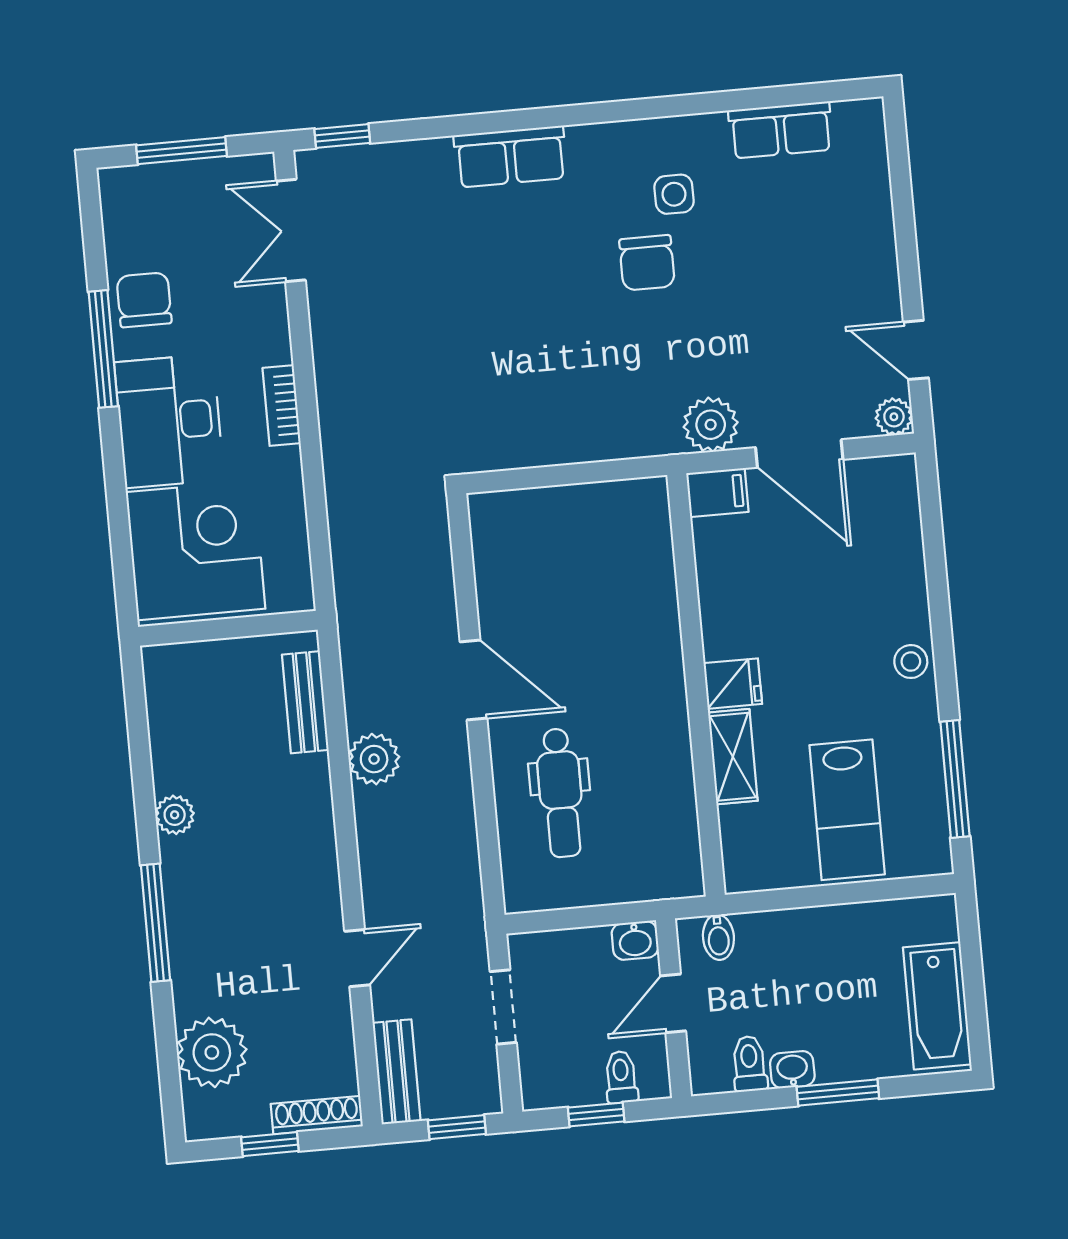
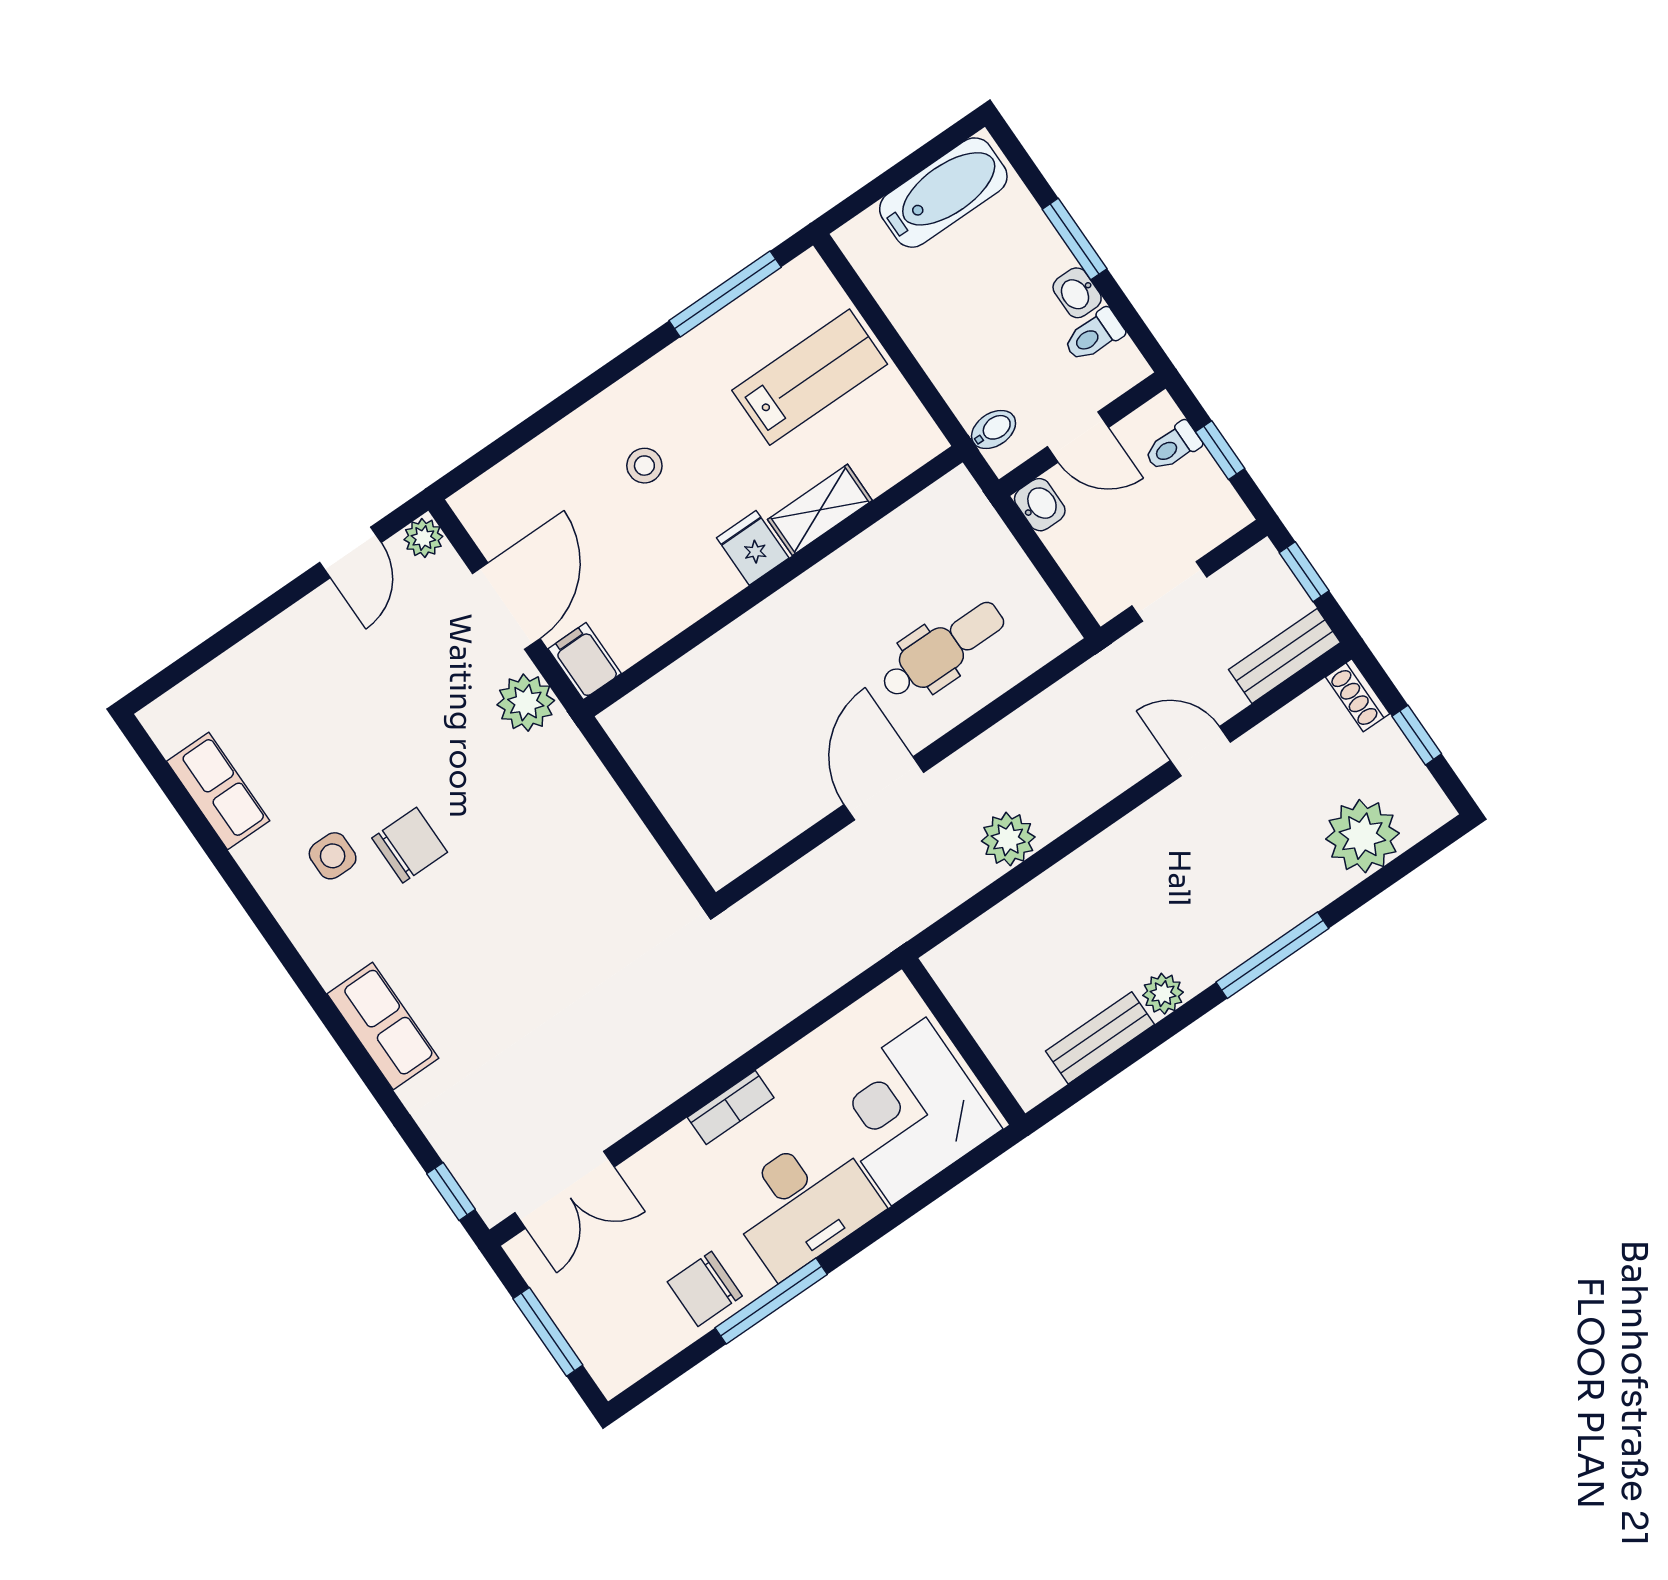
stool: (911, 662) -> (644, 466), moved
bench: (305, 702) -> (1100, 1038), moved
shoe rack: (317, 1115) -> (1358, 695), width x0.70

